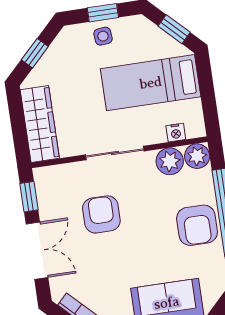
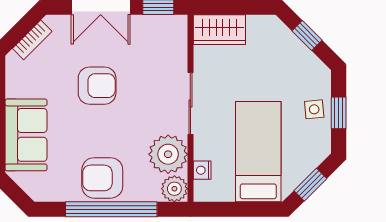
wardrobe: (40, 124) -> (219, 30), width x0.67
plant: (170, 161) -> (168, 154), width x1.36, depth x1.36
armchair: (101, 214) -> (97, 86), moved

